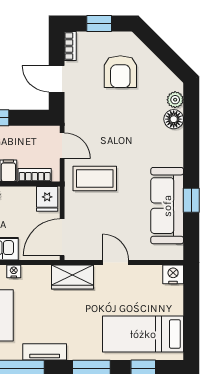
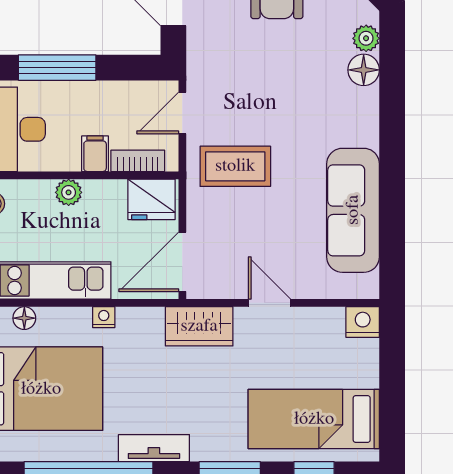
door: (62, 146) -> (182, 113), swing flipped
fridge: (47, 199) -> (152, 199), width x1.38
window: (191, 200) -> (392, 202), removed

